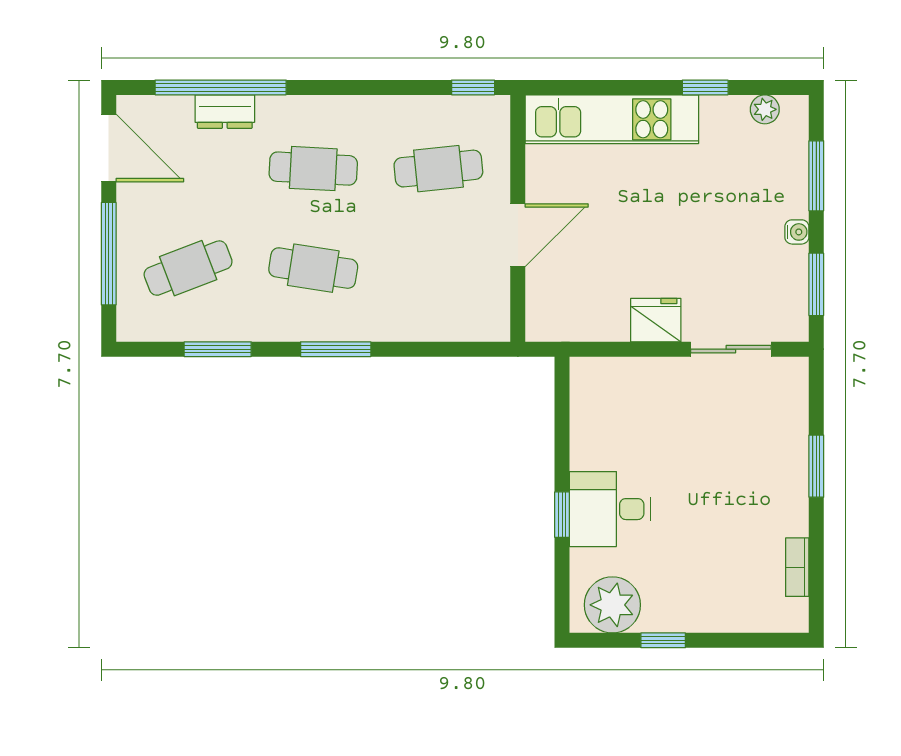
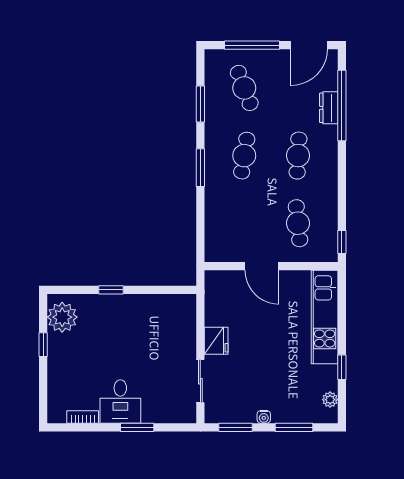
desk: (610, 509) -> (120, 402), moved, turned 180

